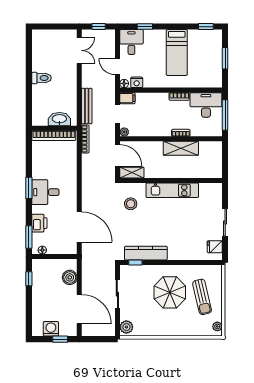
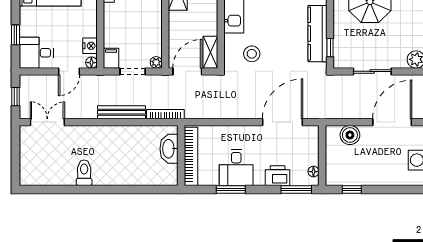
washbasin: (59, 119) -> (169, 149), moved
wall: (54, 128) -> (181, 155), moved
bookcase: (54, 136) -> (191, 156), moved

